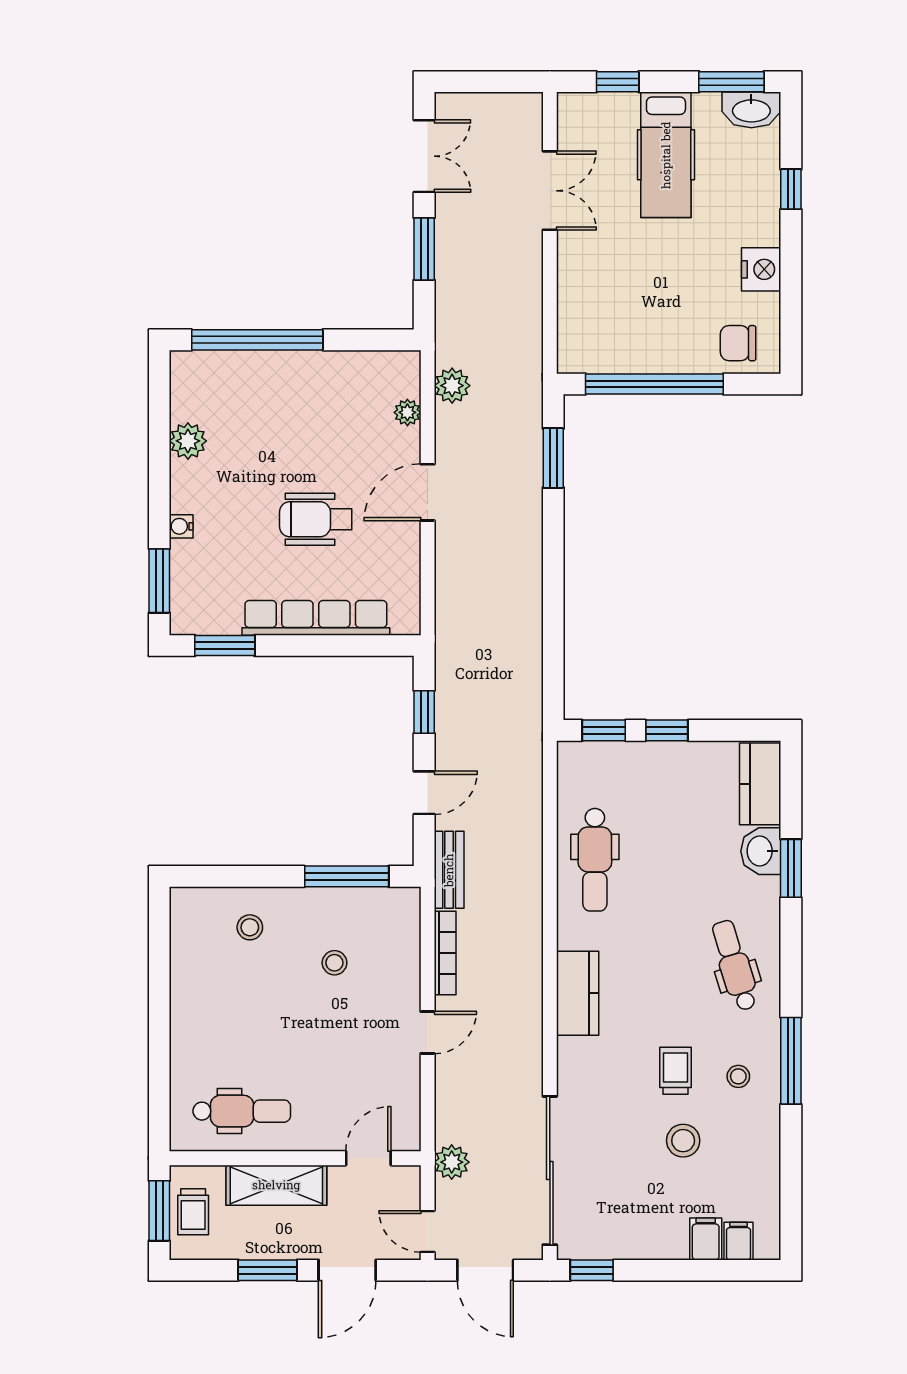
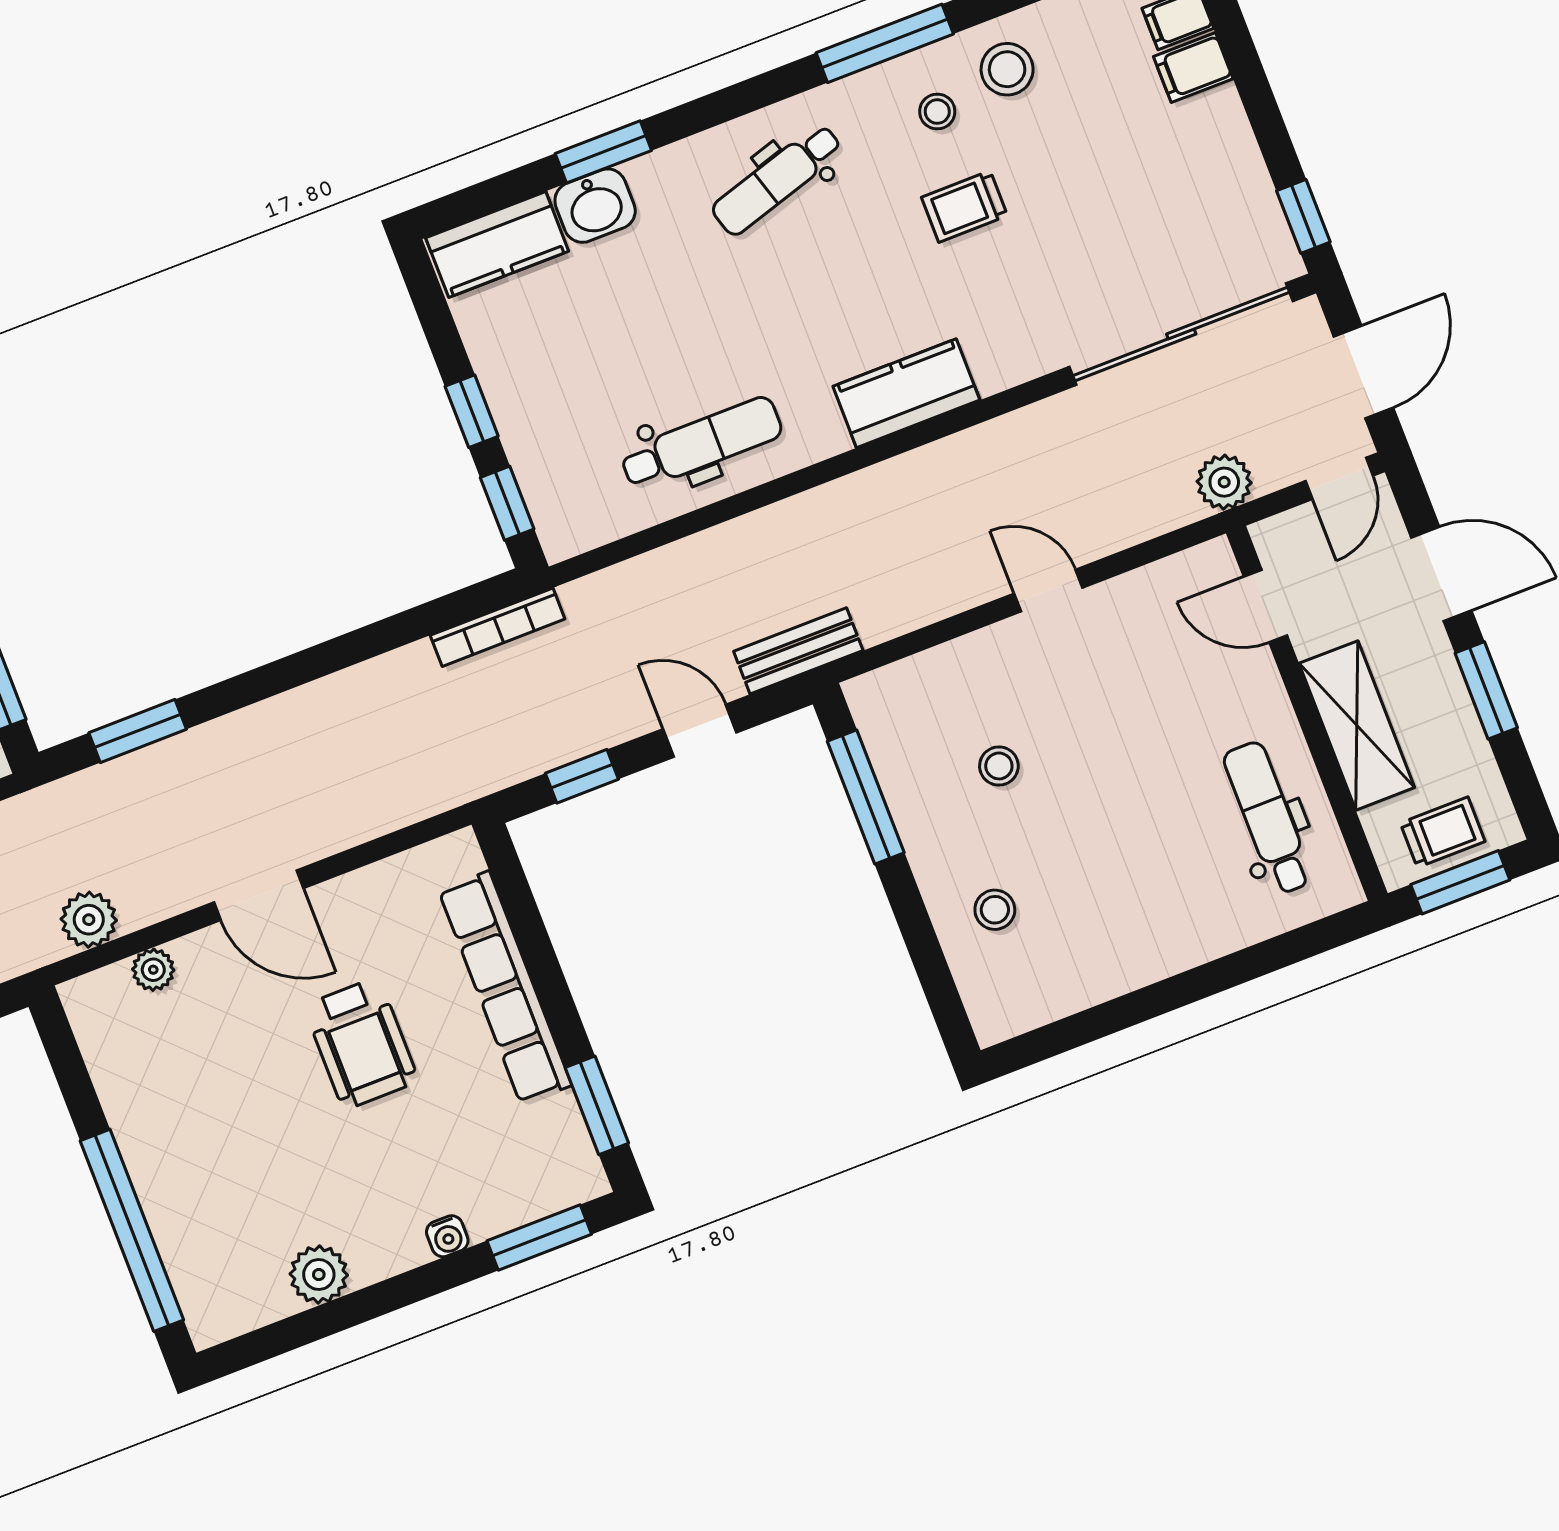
bookcase: (445, 953) -> (498, 627), moved, turned 180
stool: (683, 1141) -> (1007, 69), moved

